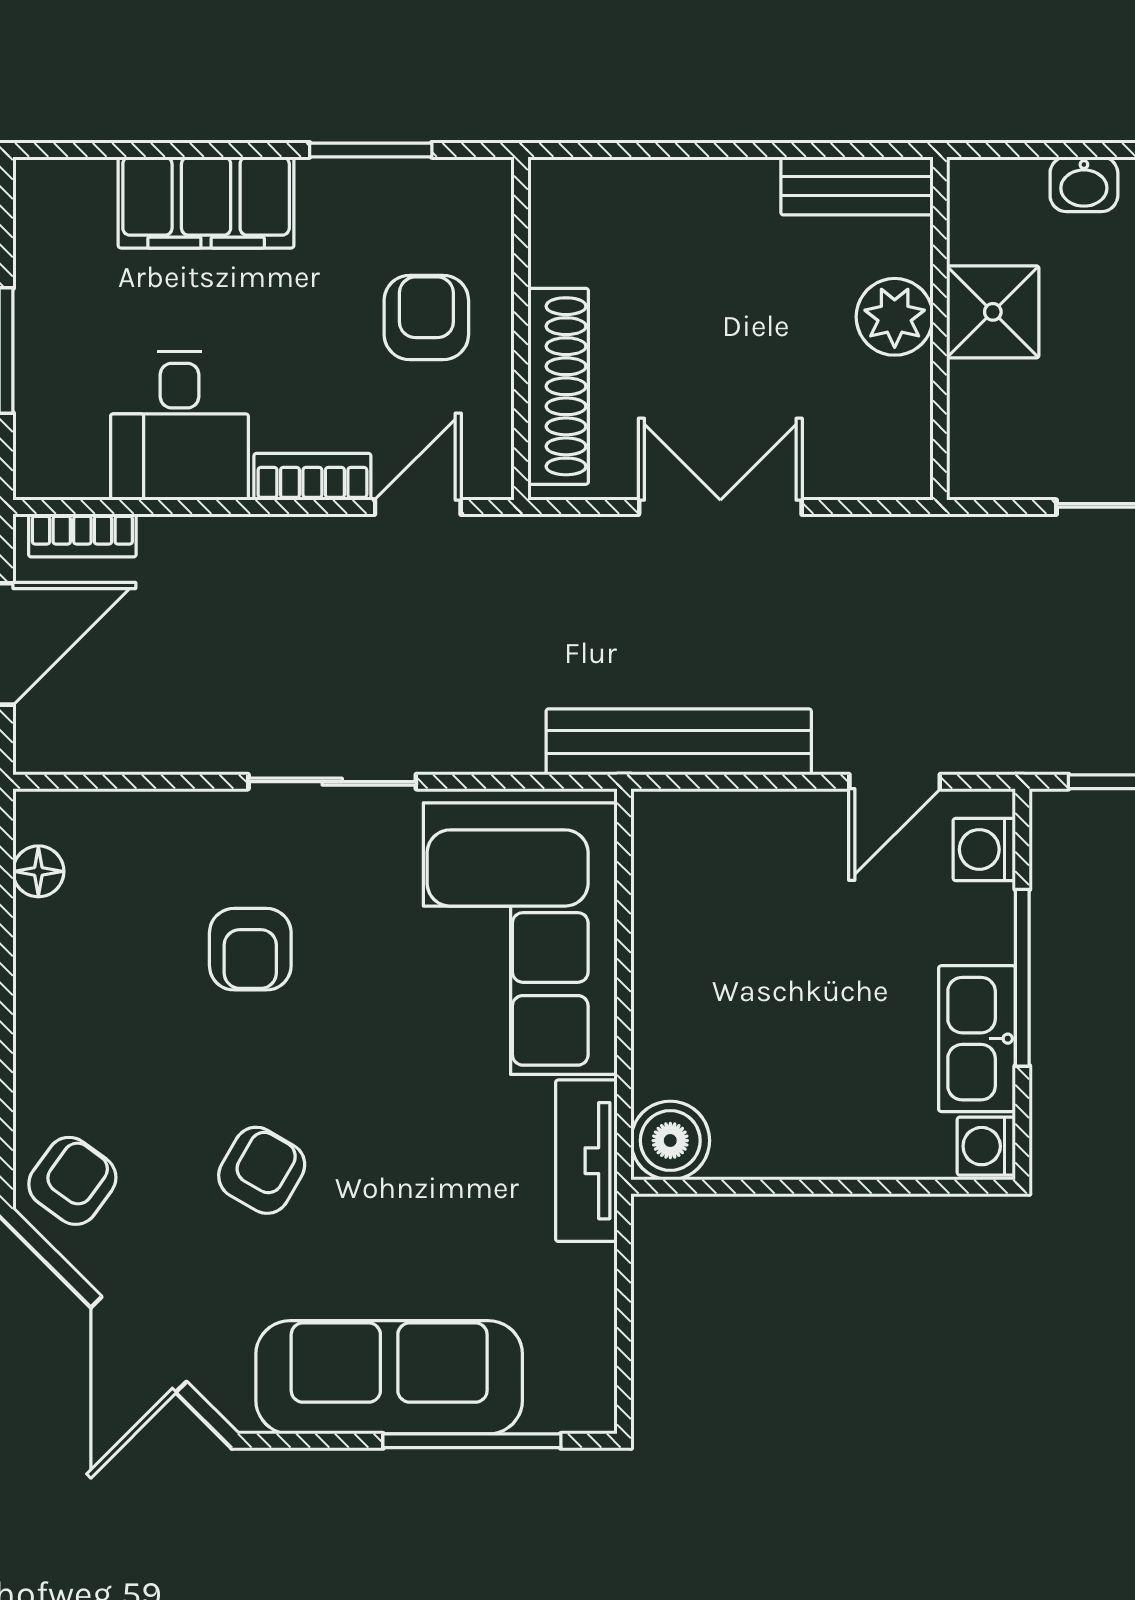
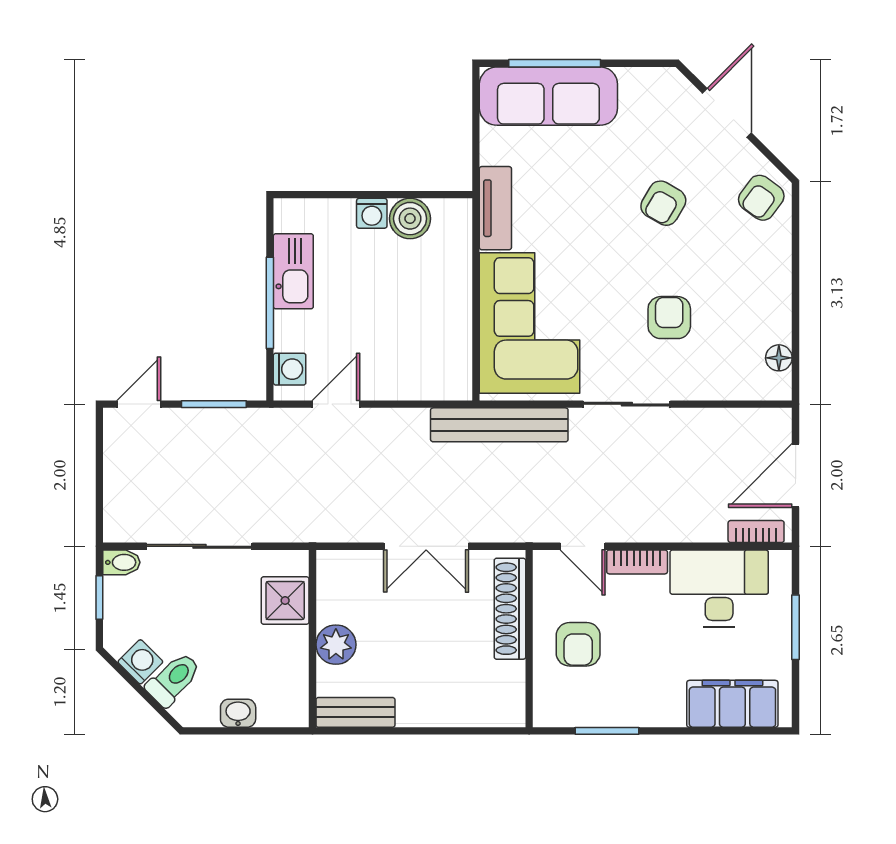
filing cabinet: (206, 202) -> (732, 704), moved
shower: (993, 312) -> (285, 600), moved
desk: (179, 426) -> (719, 588), width x1.37
door: (418, 507) -> (583, 546), hinge flipped
bench: (679, 742) -> (499, 425), moved
boiler: (670, 1141) -> (410, 219), moved
washing machine: (986, 1146) -> (372, 213), moved, turned 90
sofa: (389, 1377) -> (548, 96), moved

